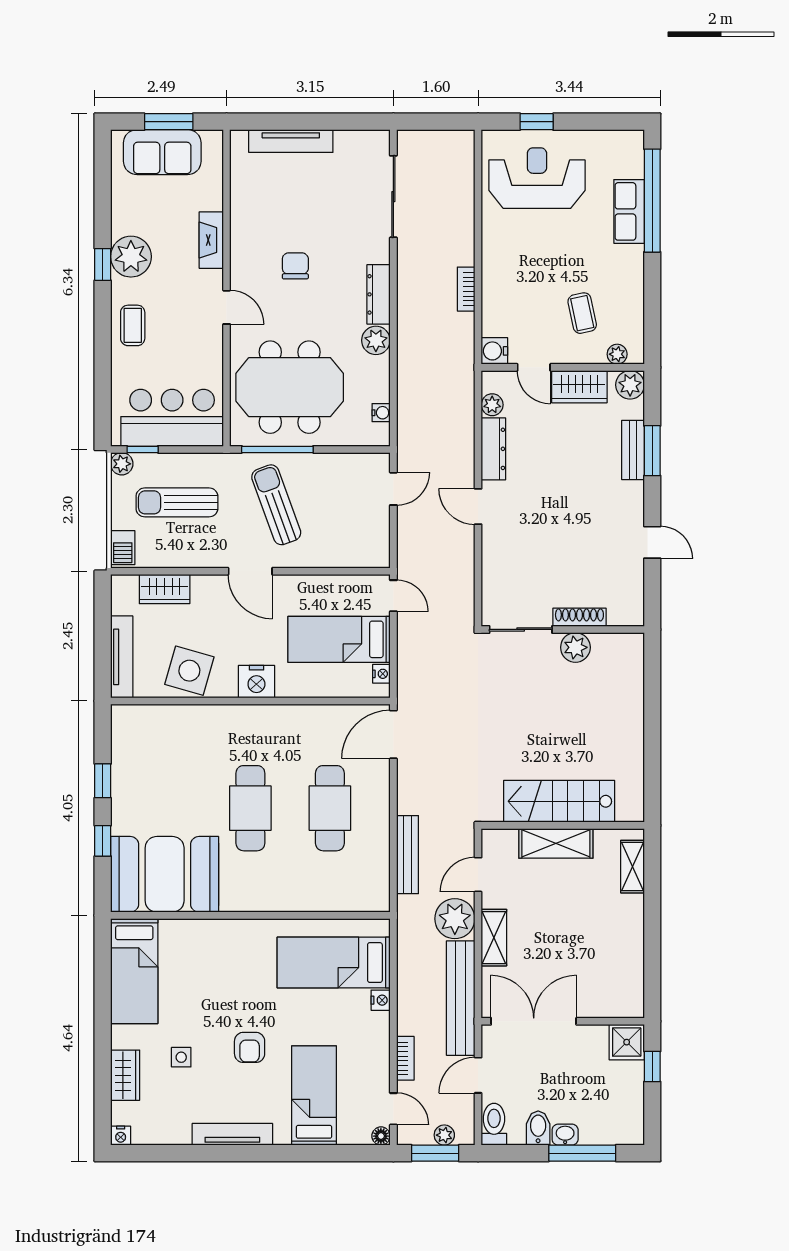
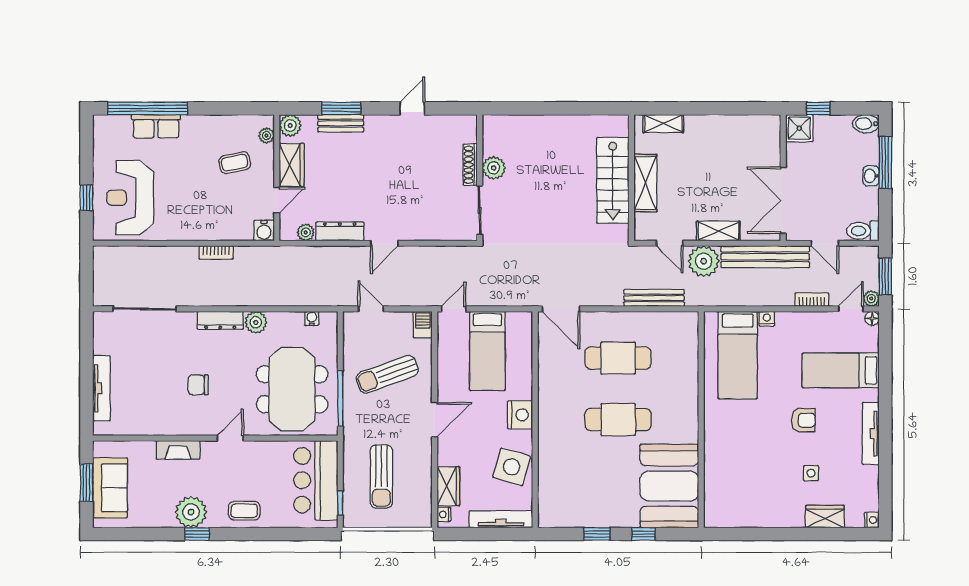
plant: (122, 464) -> (351, 519), removed
sun lounger: (276, 505) -> (387, 374), moved
barbecue: (123, 548) -> (423, 325), moved, turned -90
nightstand: (381, 674) -> (444, 514), moved, turned -90
bed: (134, 971) -> (744, 510), removed
bidet: (538, 1128) -> (866, 124), moved
plant: (444, 1135) -> (871, 299), moved

